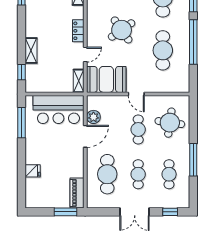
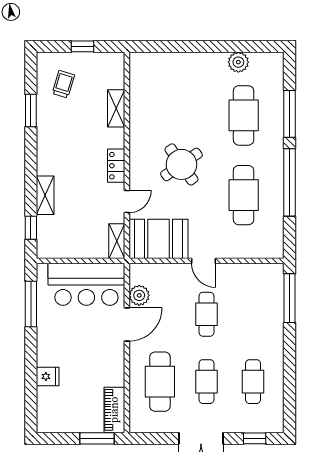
round table: (170, 123) -> (254, 304), removed
window: (193, 160) -> (289, 298), moved

